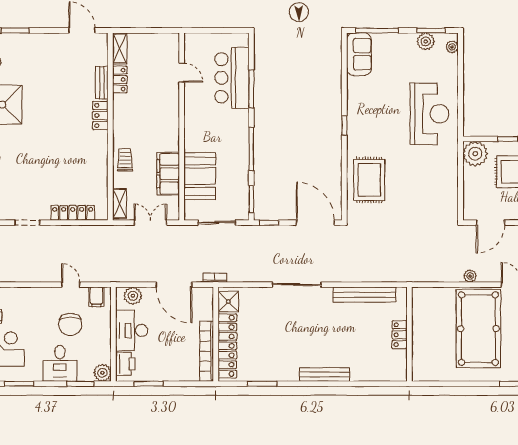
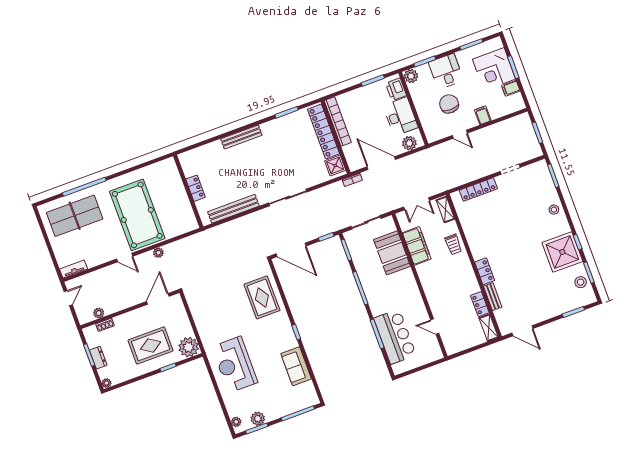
sofa: (359, 54) -> (296, 366), moved
filing cabinet: (96, 297) -> (483, 115), moved

